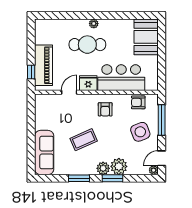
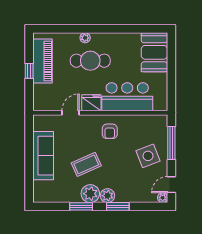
plant: (94, 24) -> (85, 38), moved
piano: (44, 65) -> (42, 61), moved
window: (31, 72) -> (29, 71), moved
armchair: (138, 102) -> (146, 124), removed
sofa: (44, 153) -> (43, 156), moved
plant: (119, 166) -> (90, 194), moved

